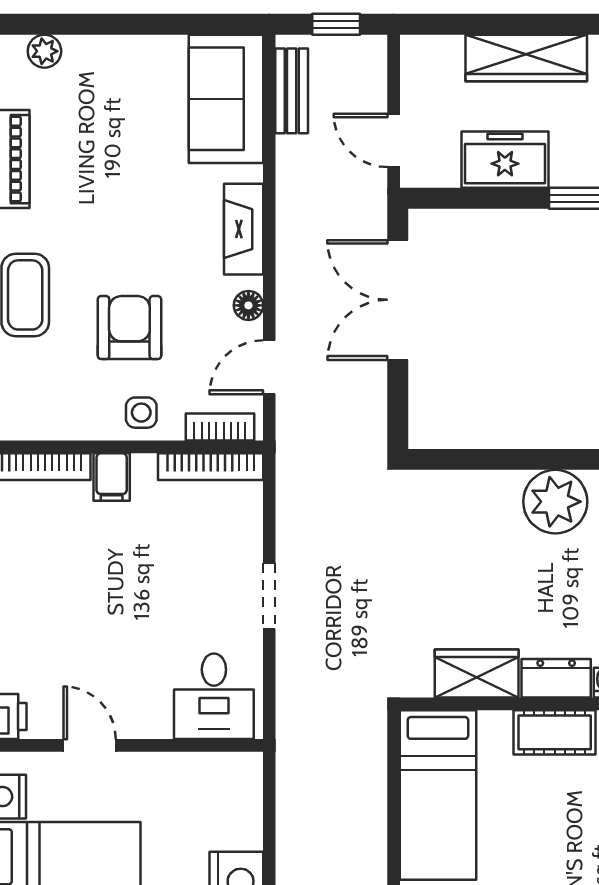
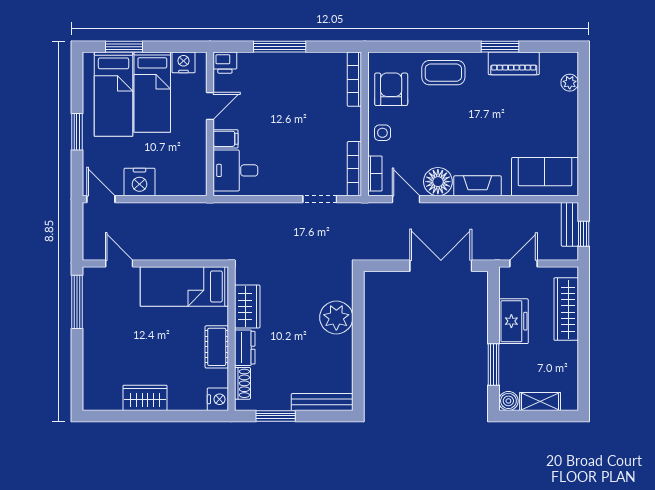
wardrobe: (526, 58) -> (566, 309), moved
bench: (292, 91) -> (570, 224), moved, turned 90
floor lamp: (248, 305) -> (438, 182), width x1.89, depth x1.89
armchair: (129, 328) -> (391, 89), moved, turned -90
filing cabinet: (112, 477) -> (226, 139), moved, turned 180
plant: (555, 502) -> (336, 317), moved
doorway: (269, 596) -> (320, 199), moved

